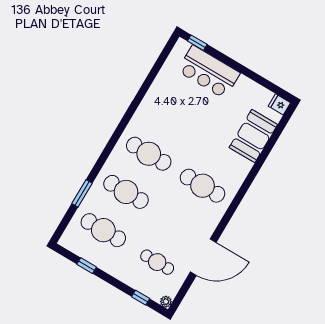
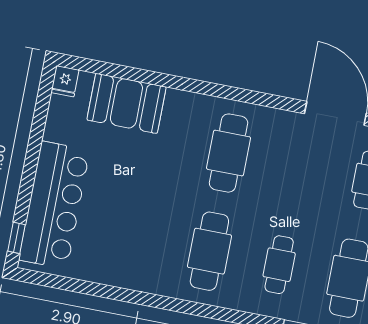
bar counter: (209, 72) -> (54, 205), width x1.36
cafe table: (126, 192) -> (279, 265), width x0.73, depth x0.74

